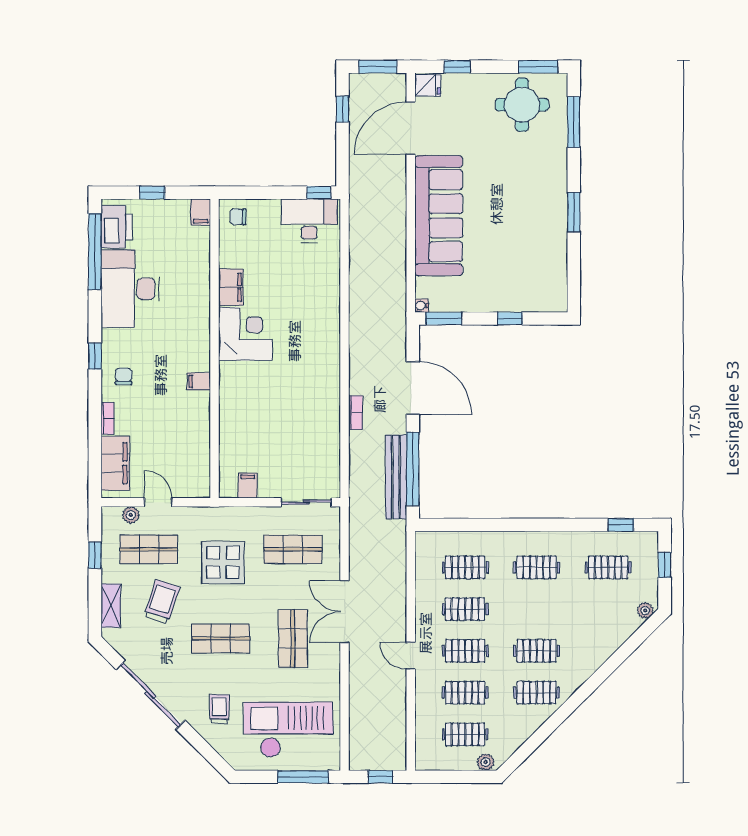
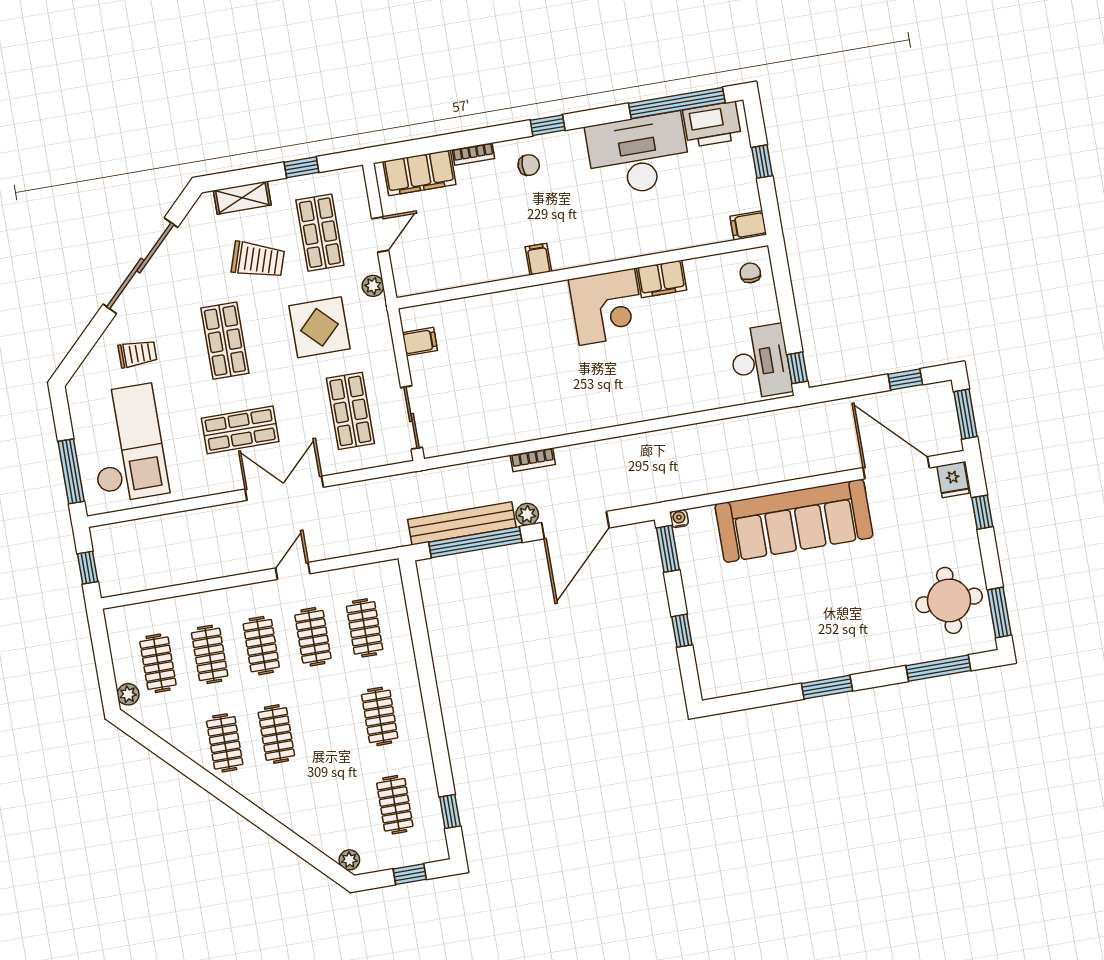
plant: (398, 424) -> (527, 514), added
plant: (131, 515) -> (373, 286), moved
door: (411, 656) -> (293, 571), moved

